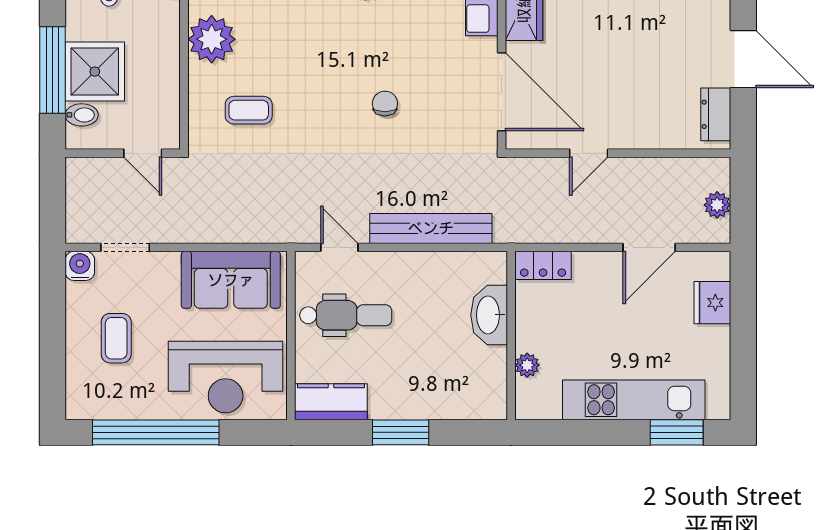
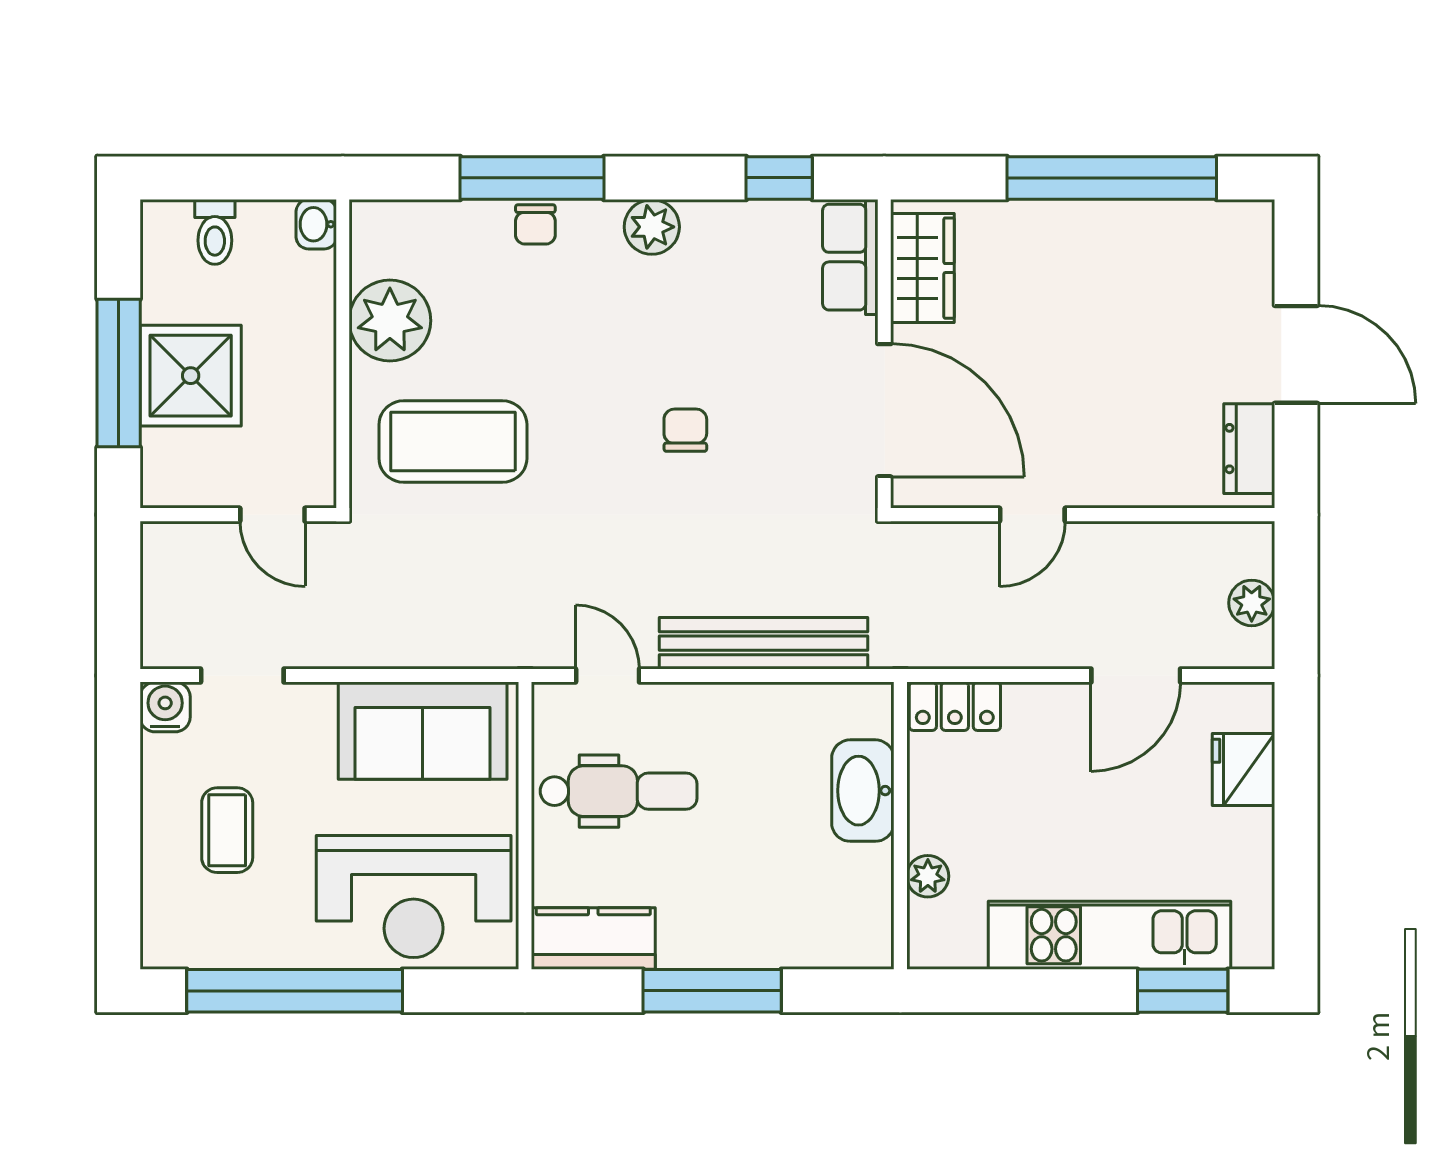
coffee table: (249, 110) -> (453, 441), width x1.86, depth x1.72
bidet: (82, 115) -> (168, 450), removed
window: (401, 432) -> (712, 991), width x1.44

